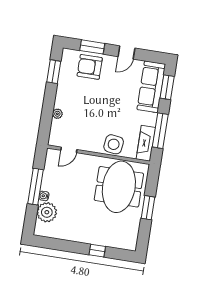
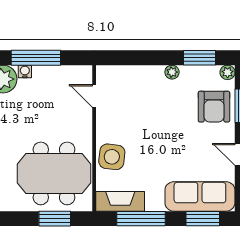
plant: (67, 54) -> (228, 72), added
armchair: (90, 67) -> (214, 107), turned 180
plant: (57, 114) -> (172, 72), moved
window: (148, 208) -> (55, 219), moved

